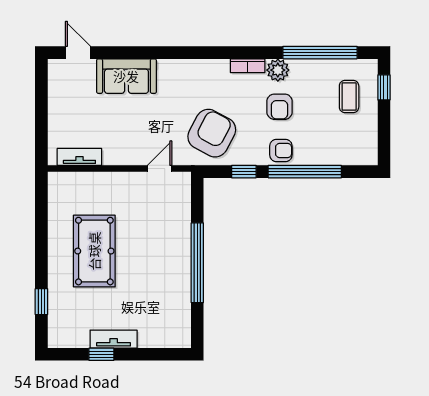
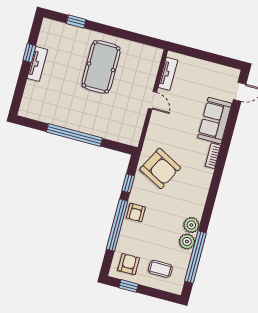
bookcase: (248, 66) -> (213, 156), moved
plant: (302, 70) -> (187, 241), added
window: (384, 87) -> (129, 286), moved
armchair: (280, 107) -> (129, 264), moved, turned 90
door: (160, 169) -> (152, 100), moved
pool table: (94, 251) -> (101, 67), turned 90

